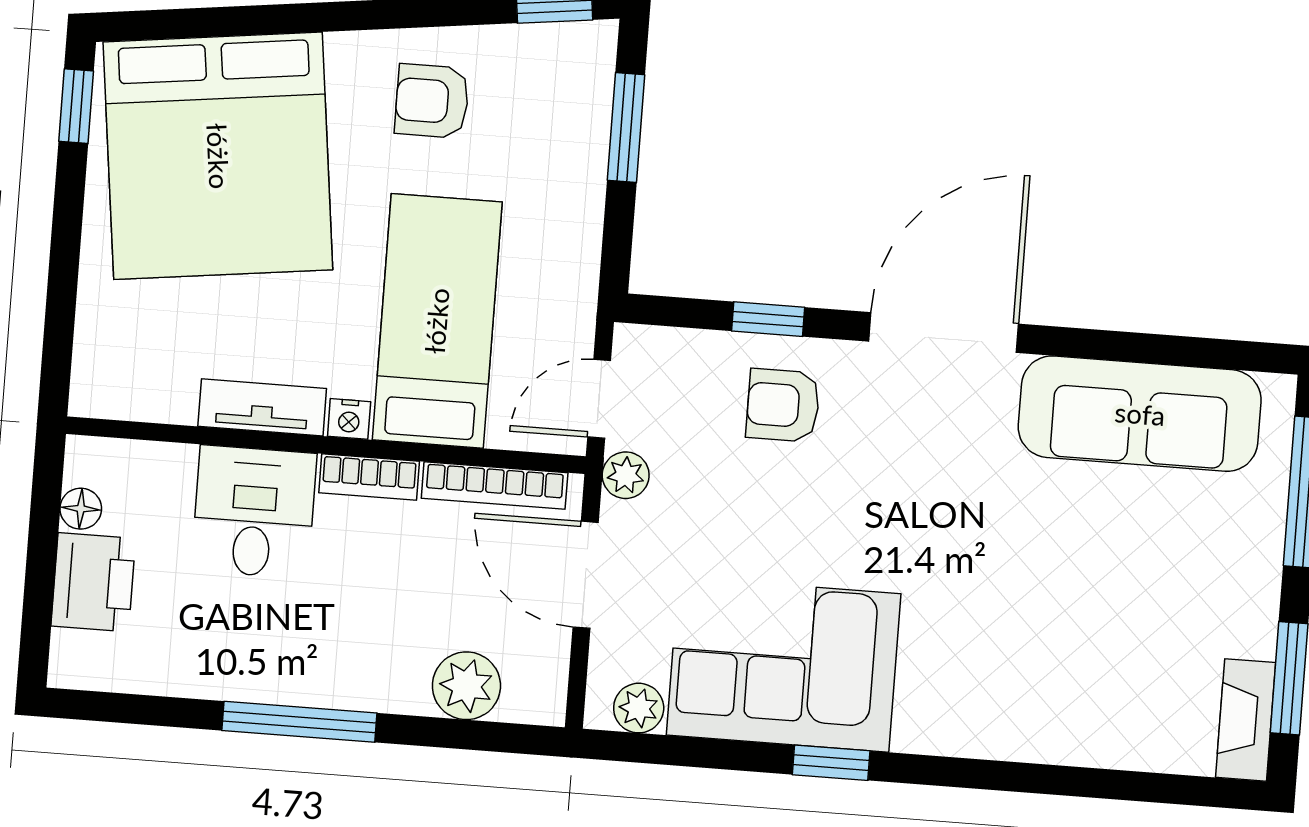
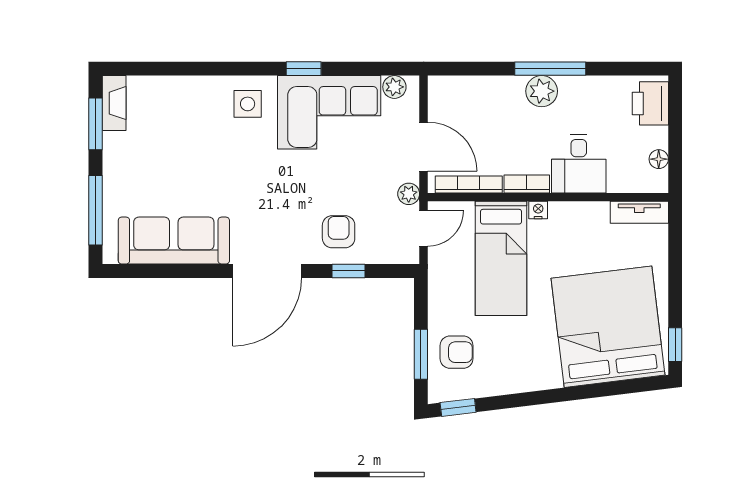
armchair: (432, 101) -> (457, 352), moved
armchair: (783, 405) -> (339, 232), turned -90
tv unit: (262, 407) -> (639, 212), moved
printer: (93, 582) -> (650, 103), moved
plant: (466, 686) -> (542, 91), moved
side table: (958, 696) -> (248, 104), added

